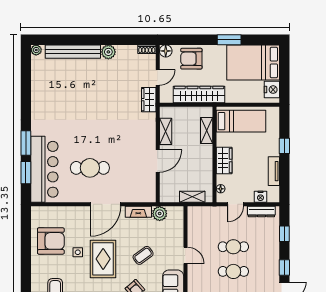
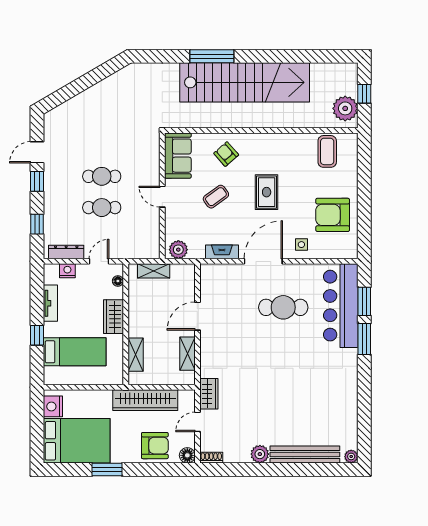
bed: (241, 121) -> (75, 352), moved, turned 180
plant: (160, 214) -> (178, 250), moved
side table: (78, 252) -> (301, 245), moved
rug: (103, 259) -> (267, 192), width x0.73, depth x0.70

